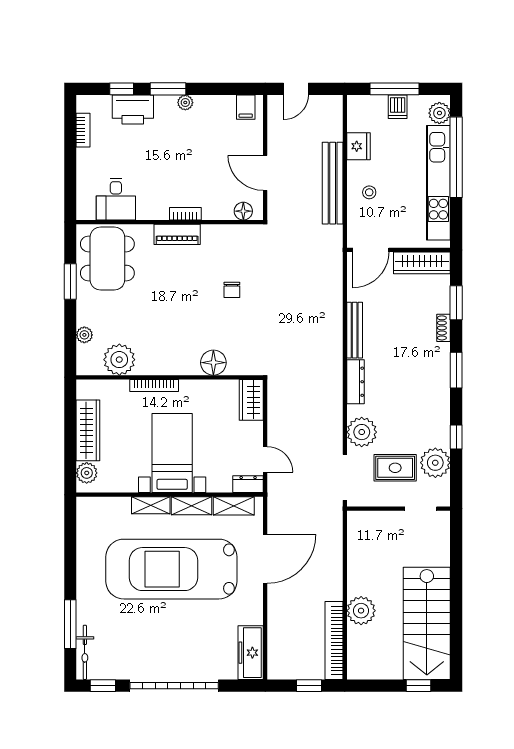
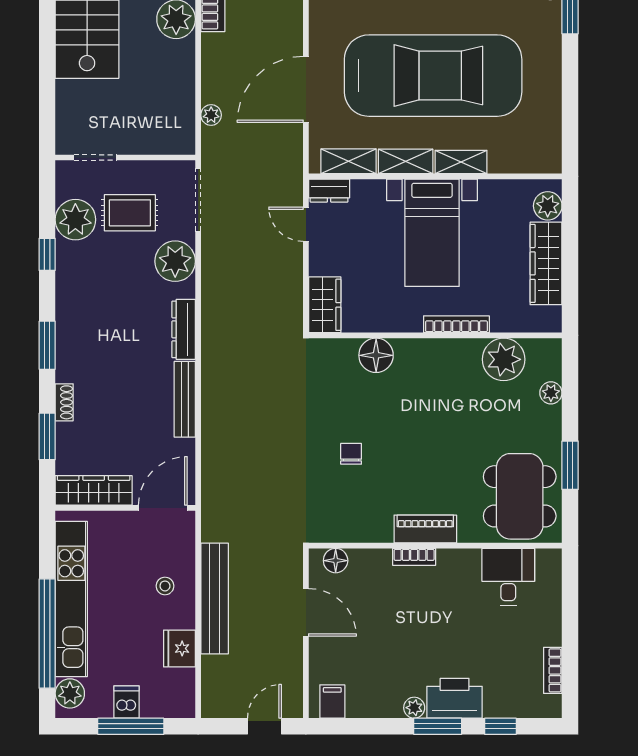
printer: (133, 109) -> (455, 698), moved
plant: (335, 540) -> (211, 115), added

